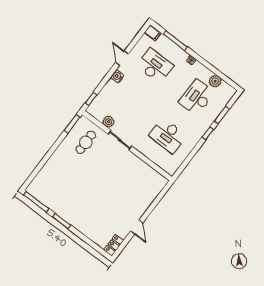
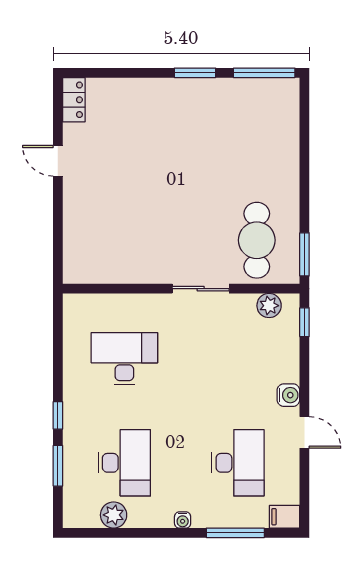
desk: (155, 66) -> (238, 463), turned -90
plant: (108, 122) -> (269, 306), moved
cafe table: (86, 142) -> (257, 240), width x1.37, depth x1.35

